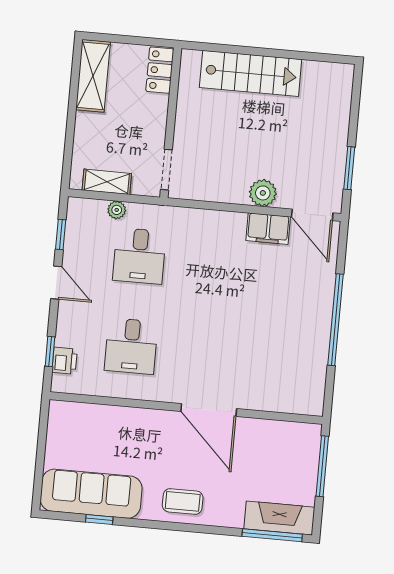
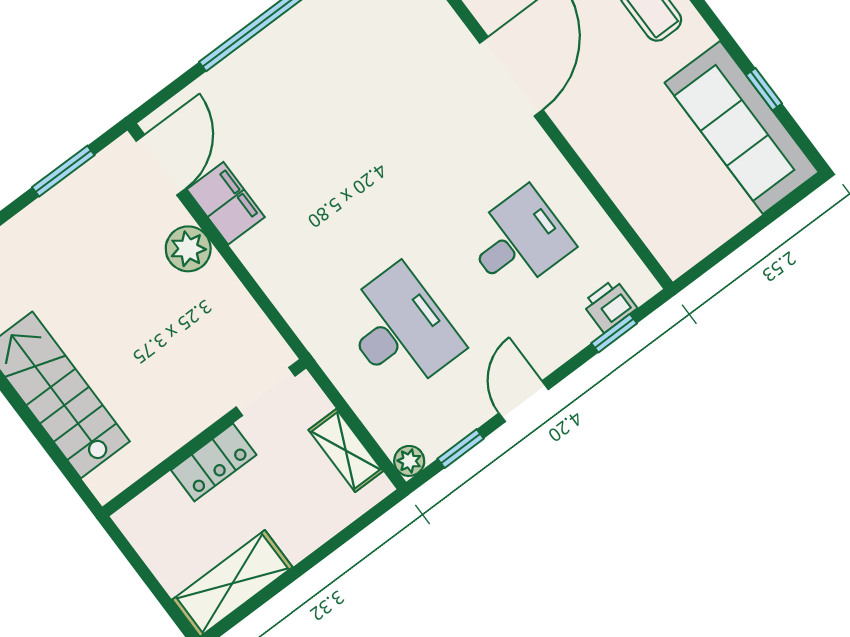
locker: (160, 70) -> (214, 462), moved
plant: (117, 210) -> (409, 461), moved
desk: (139, 256) -> (400, 330), width x1.37

